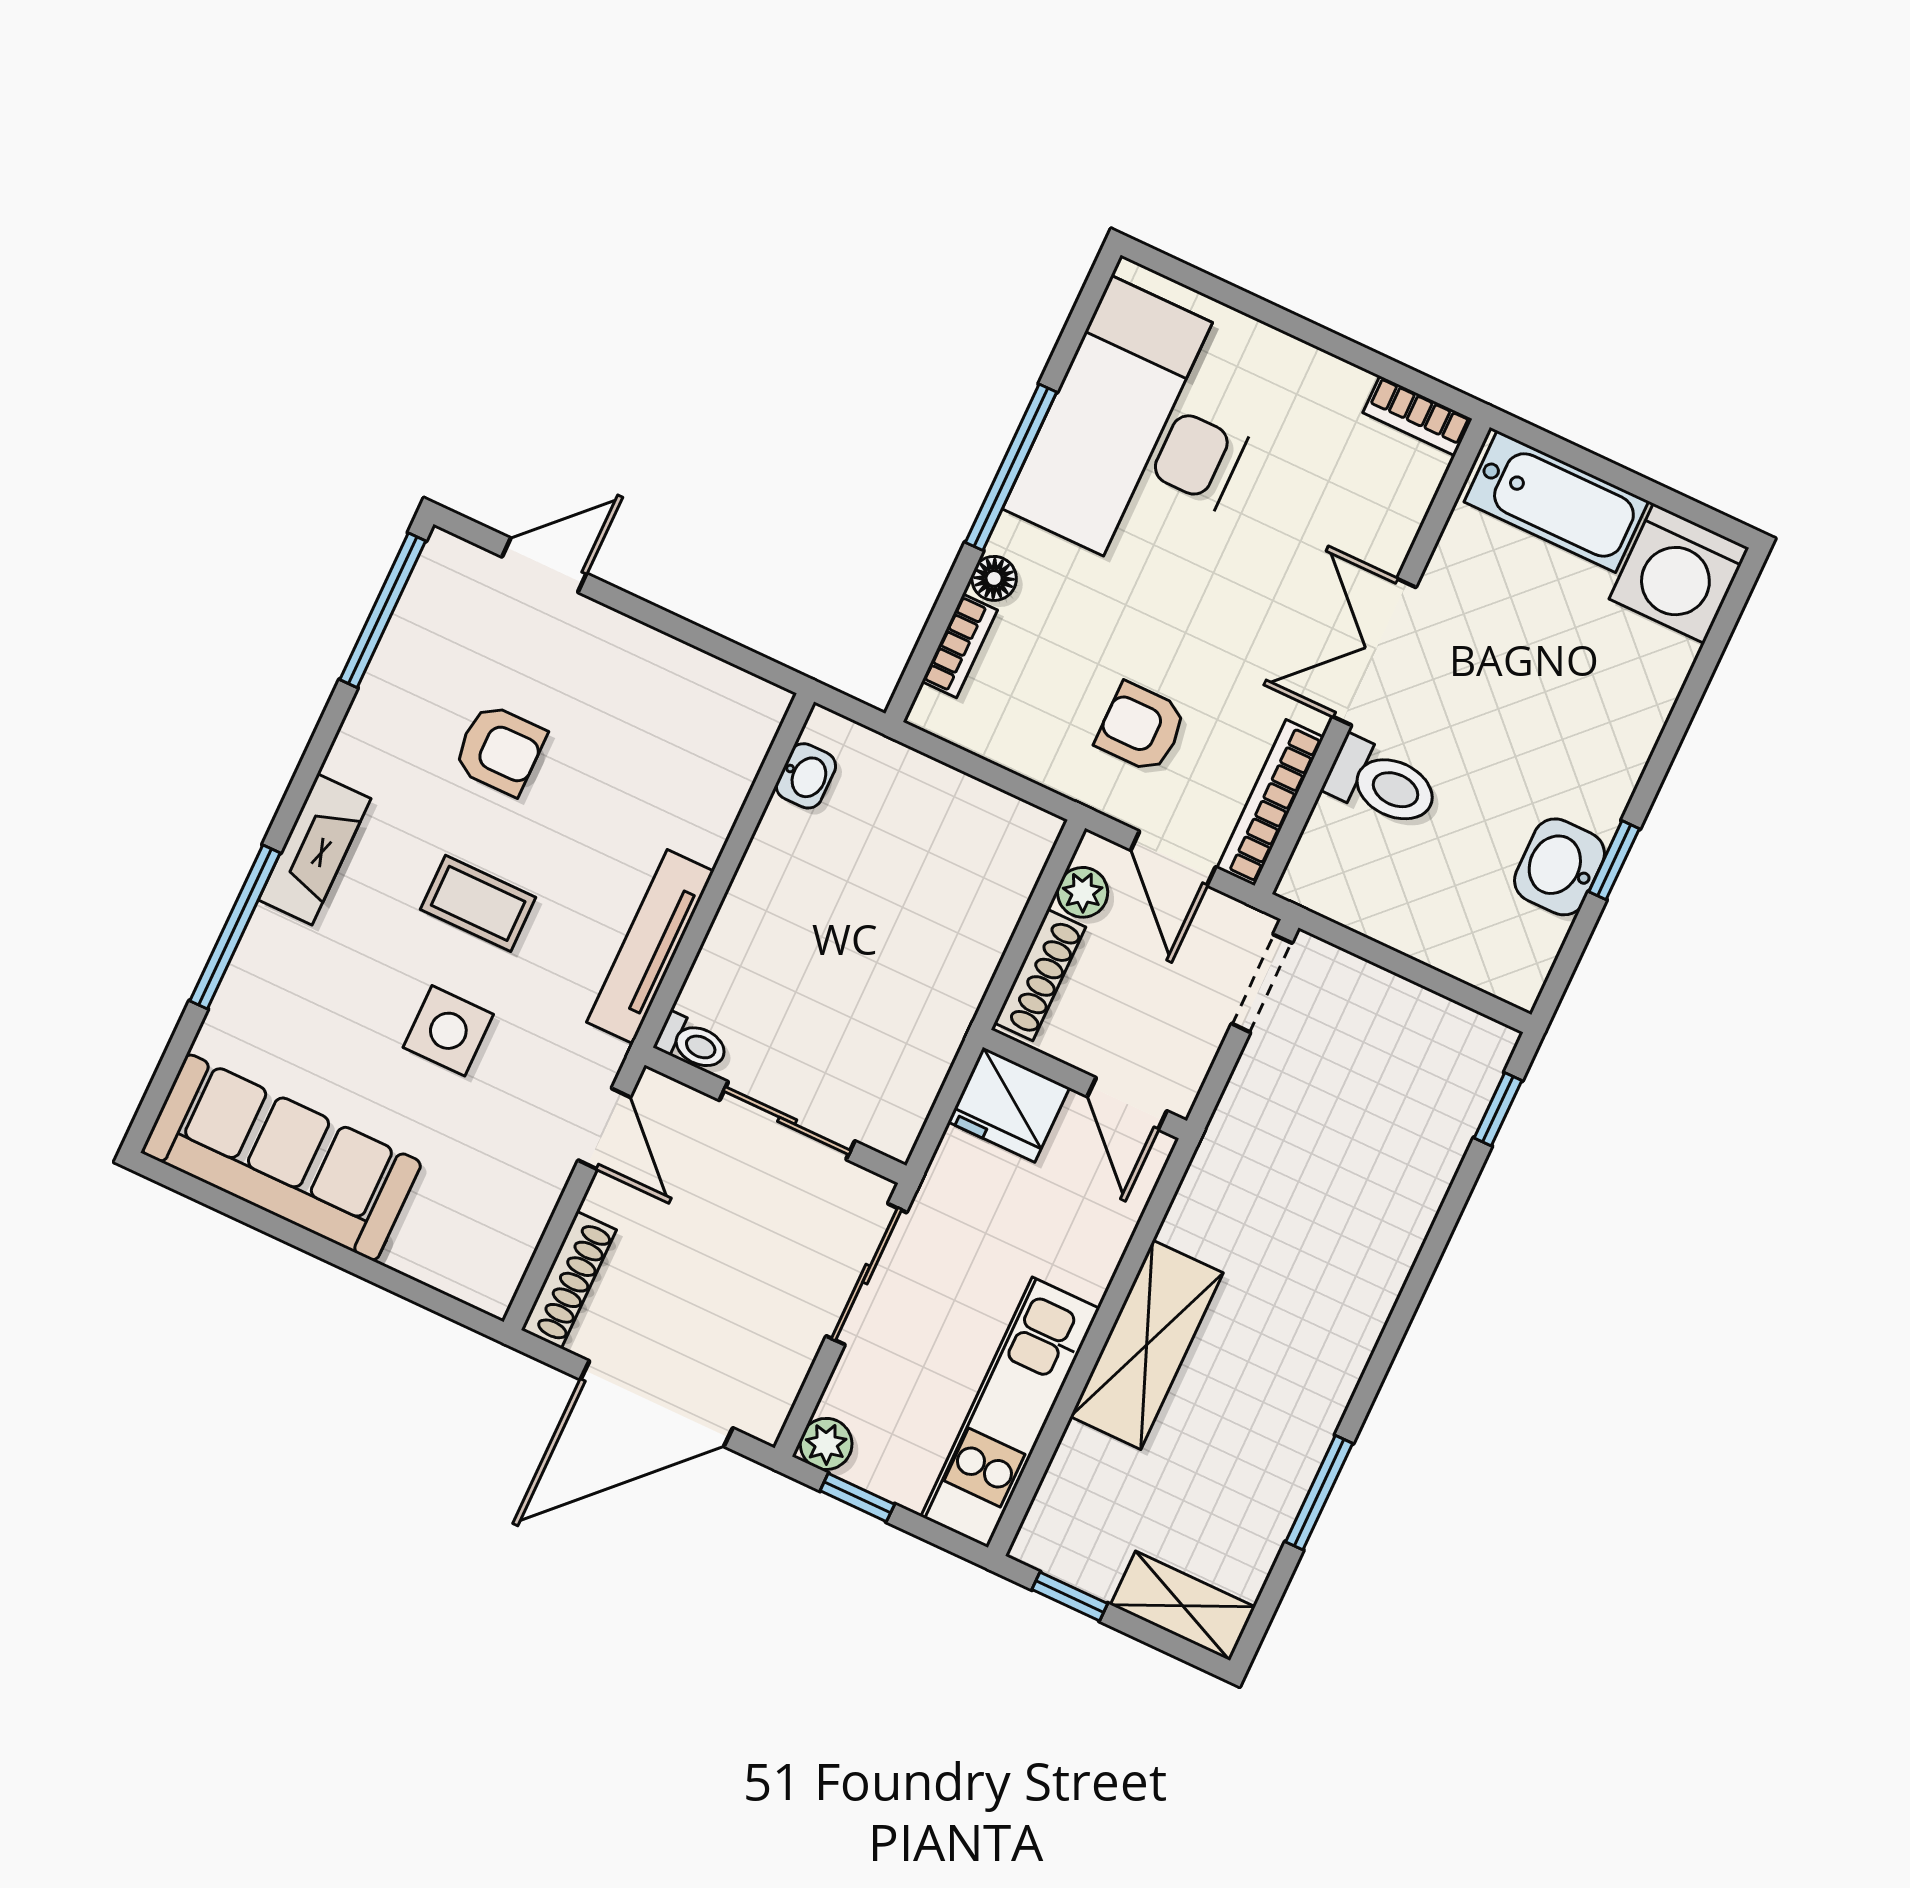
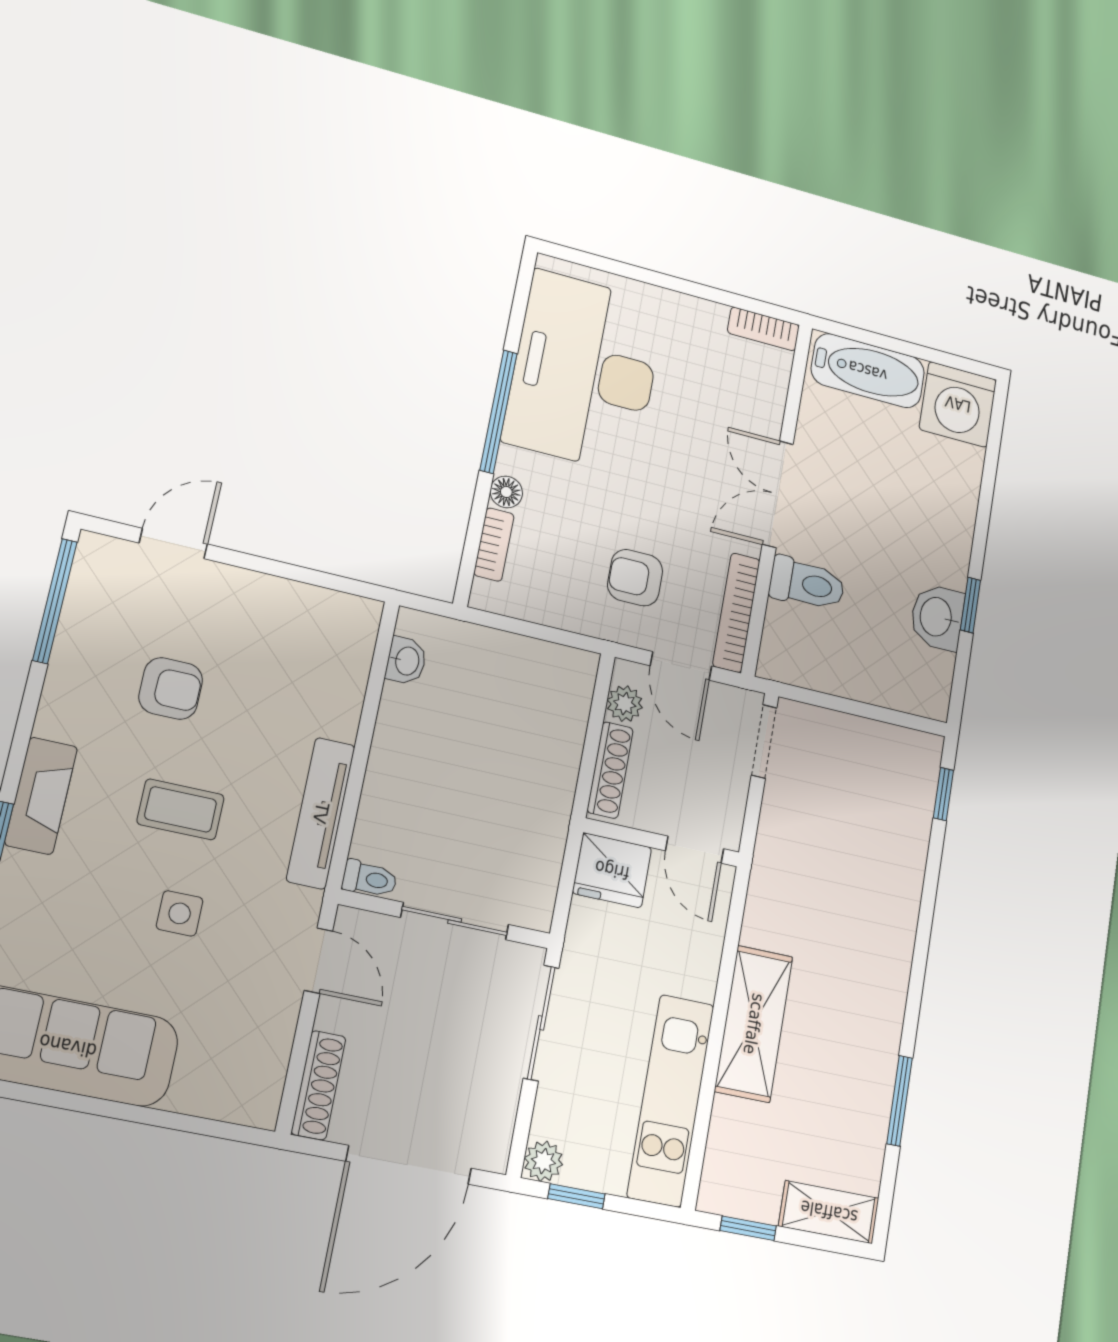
side table: (448, 1031) -> (180, 913), width x0.73, depth x0.73

